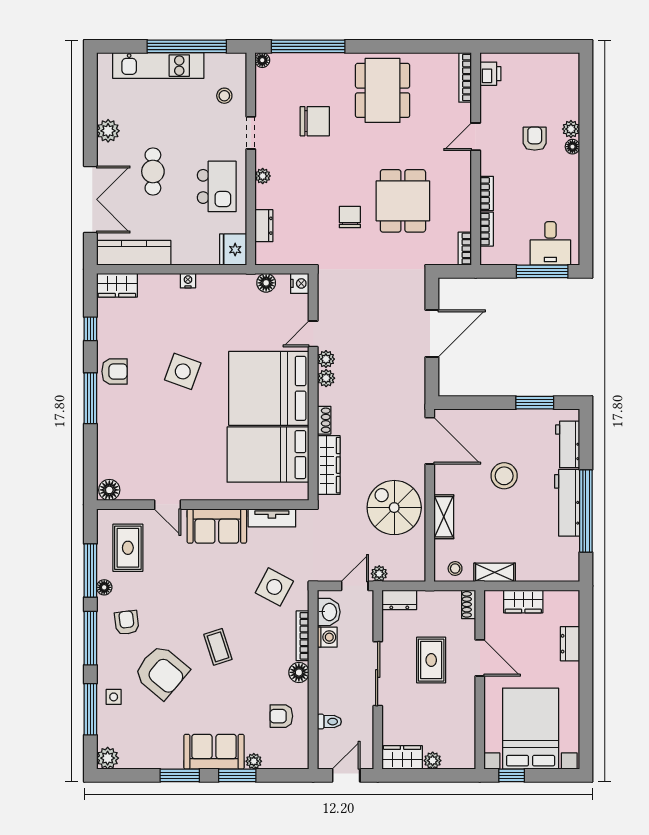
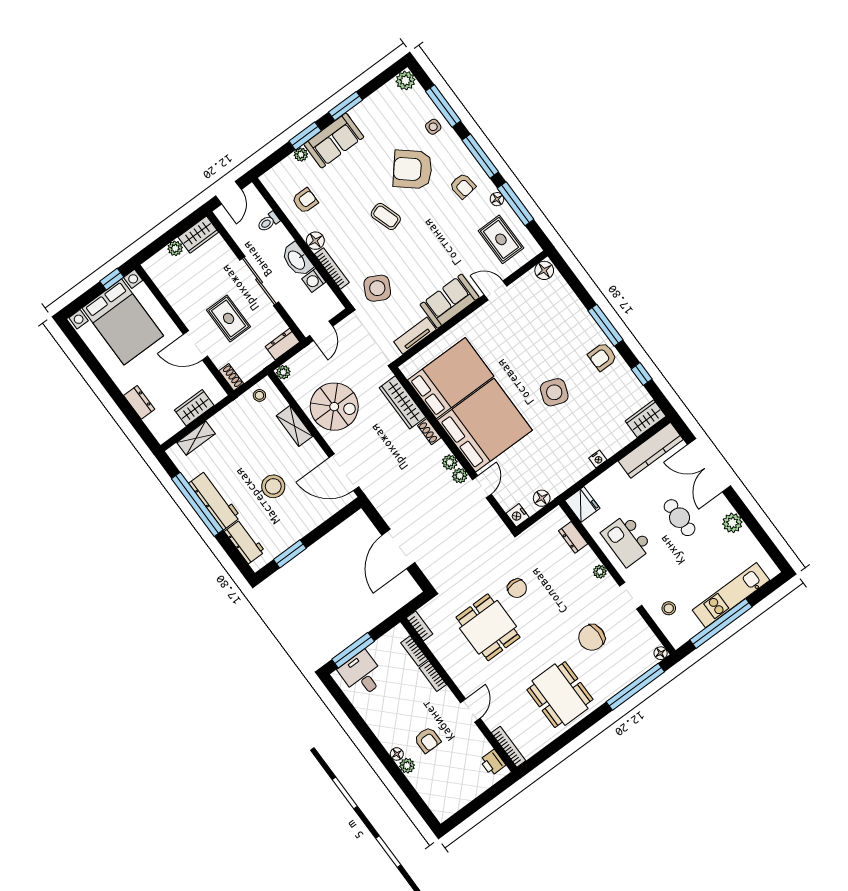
shelving: (495, 572) -> (196, 438), moved
plant: (379, 574) -> (283, 372), moved
washbasin: (329, 612) -> (297, 260), moved, width x1.38

